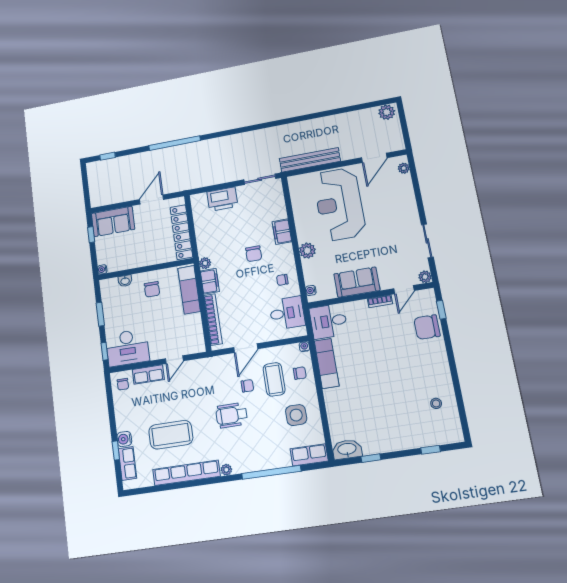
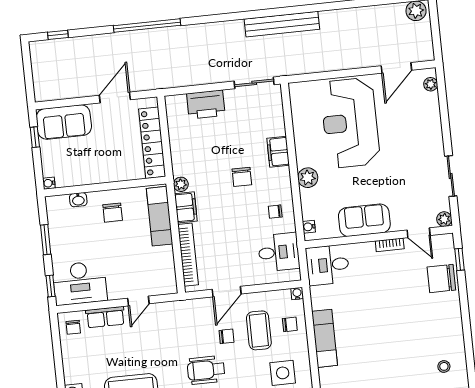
bench: (310, 160) -> (282, 24), moved
door: (404, 290) -> (419, 233), hinge flipped
exam couch: (327, 363) -> (325, 338), moved

